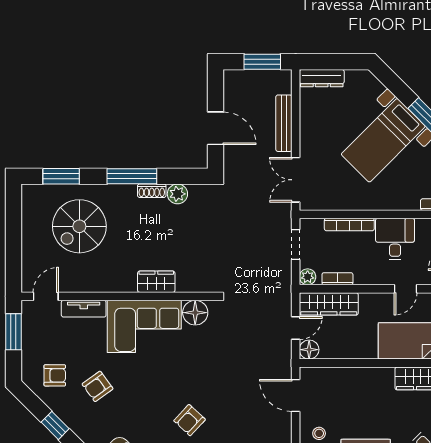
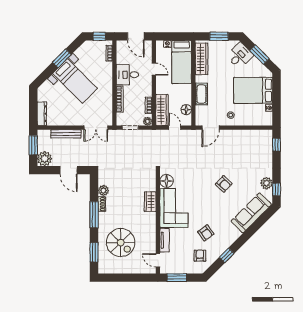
plant: (237, 83) -> (45, 159), added
door: (216, 128) -> (69, 170), swing flipped
floor lamp: (309, 350) -> (186, 110), moved
cot: (359, 378) -> (201, 94), added

